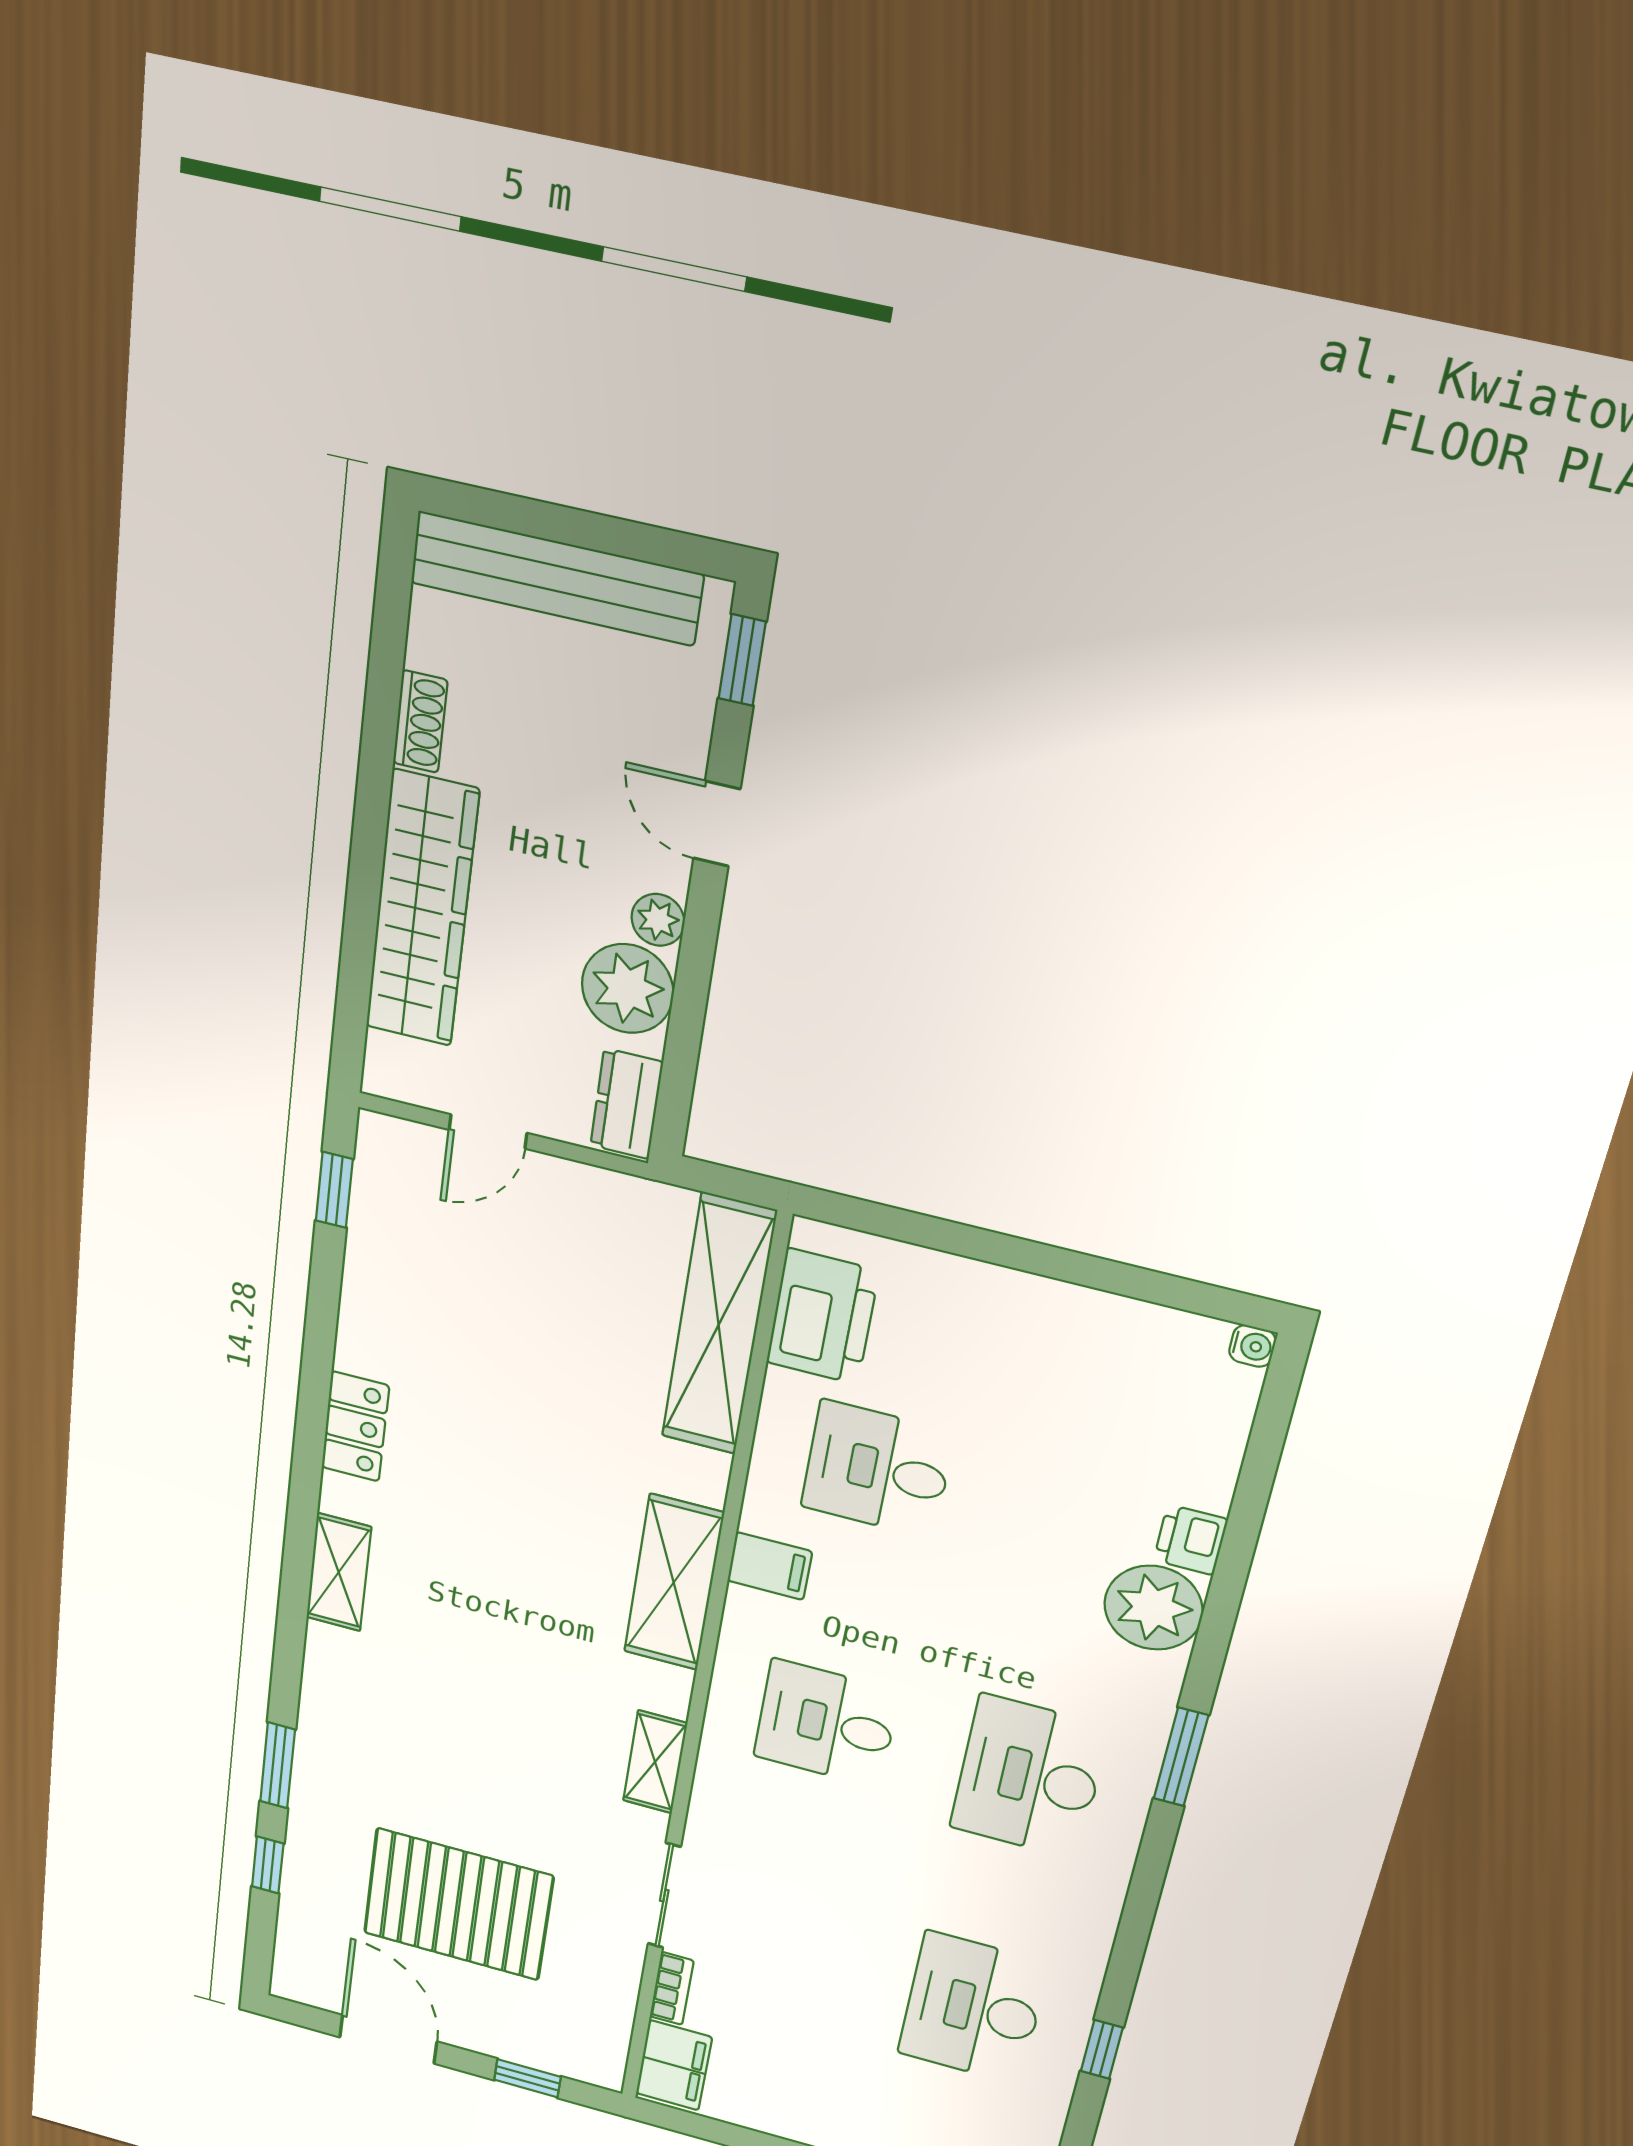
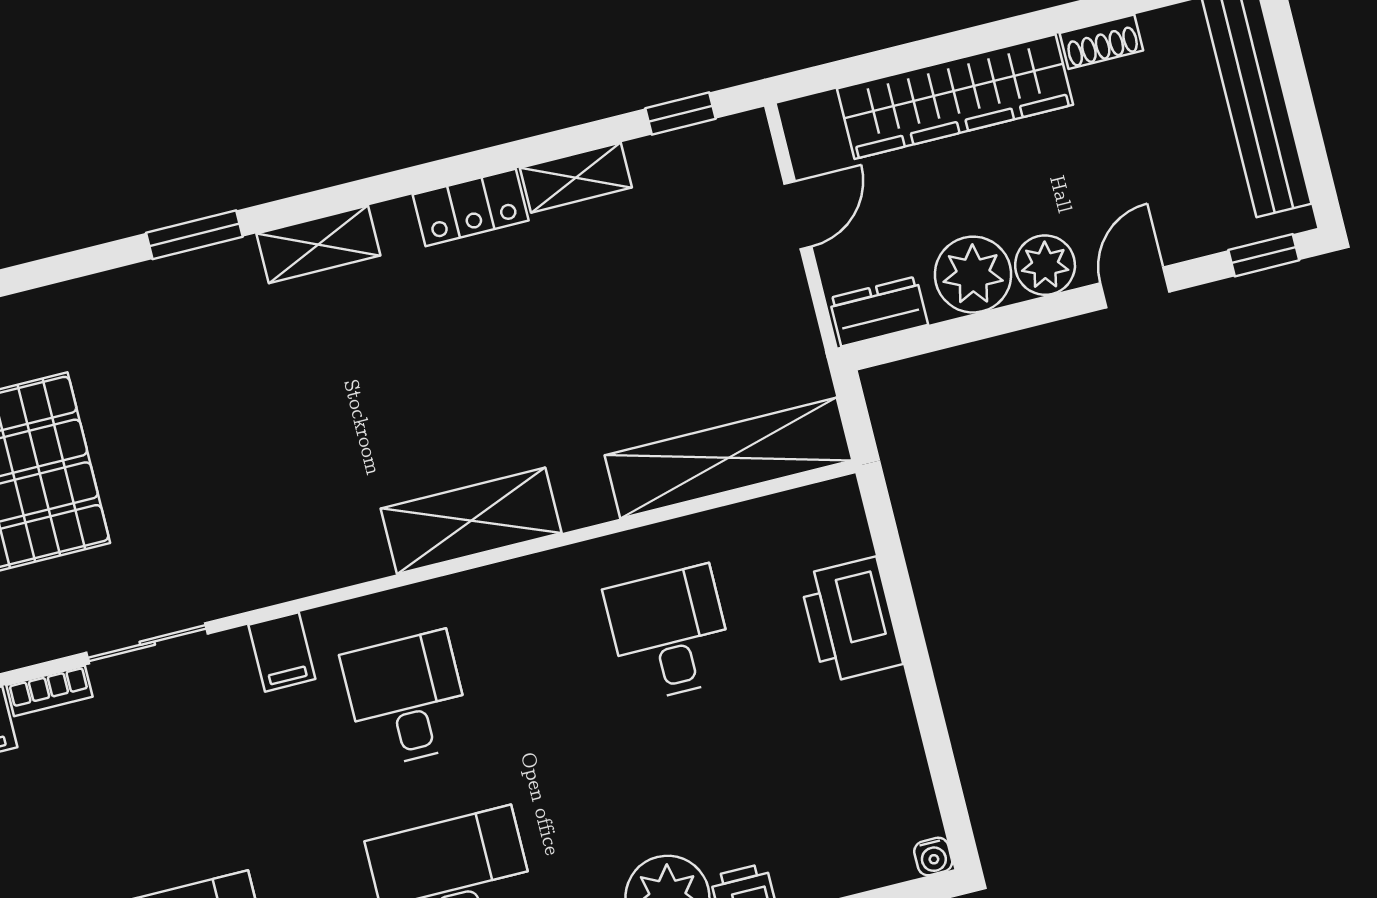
plant: (658, 920) -> (1045, 265), width x1.38, depth x1.38
door: (488, 1131) -> (798, 215), swing flipped
printer: (823, 1317) -> (851, 620), moved, turned 90
filing cabinet: (770, 1566) -> (282, 652), moved
shelving: (655, 1762) -> (576, 178), moved
window: (278, 1766) -> (194, 235), moved

